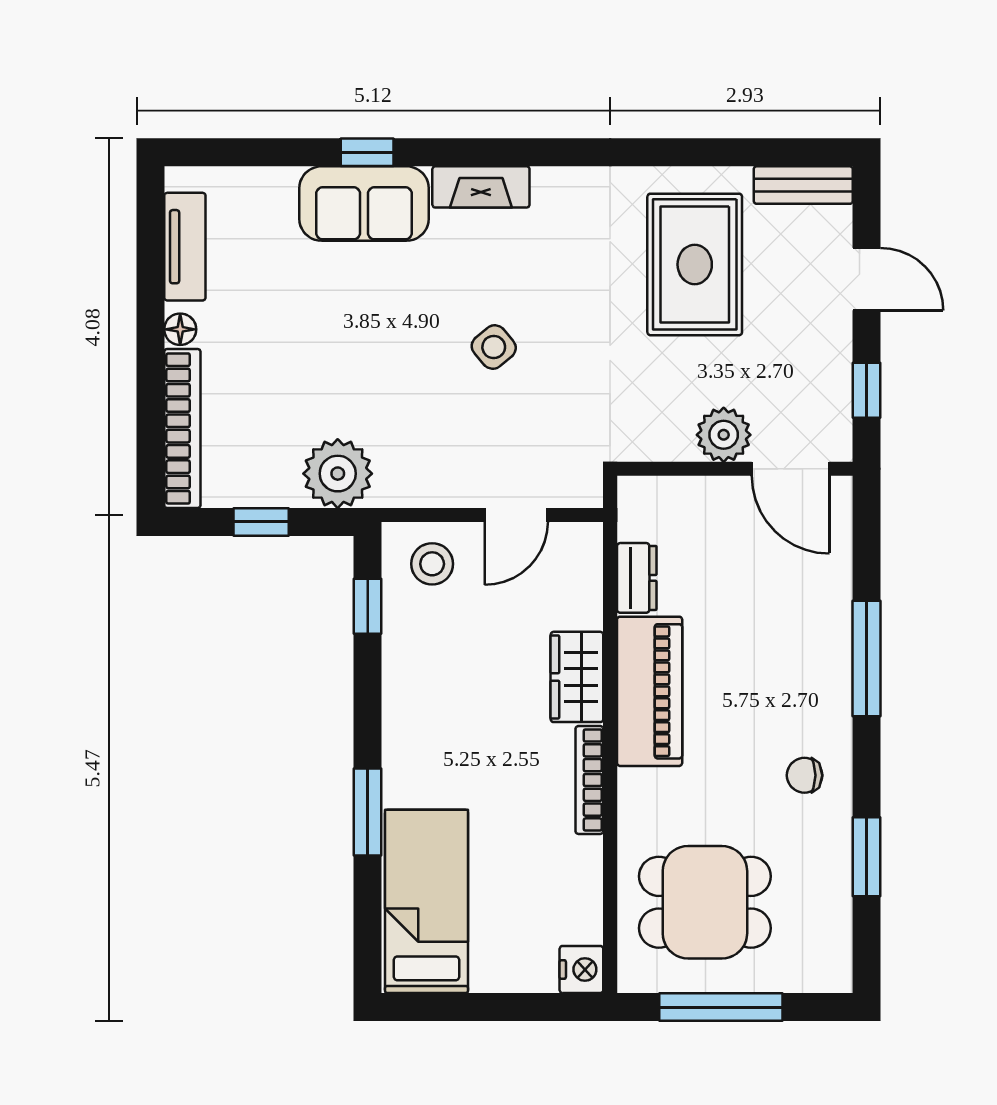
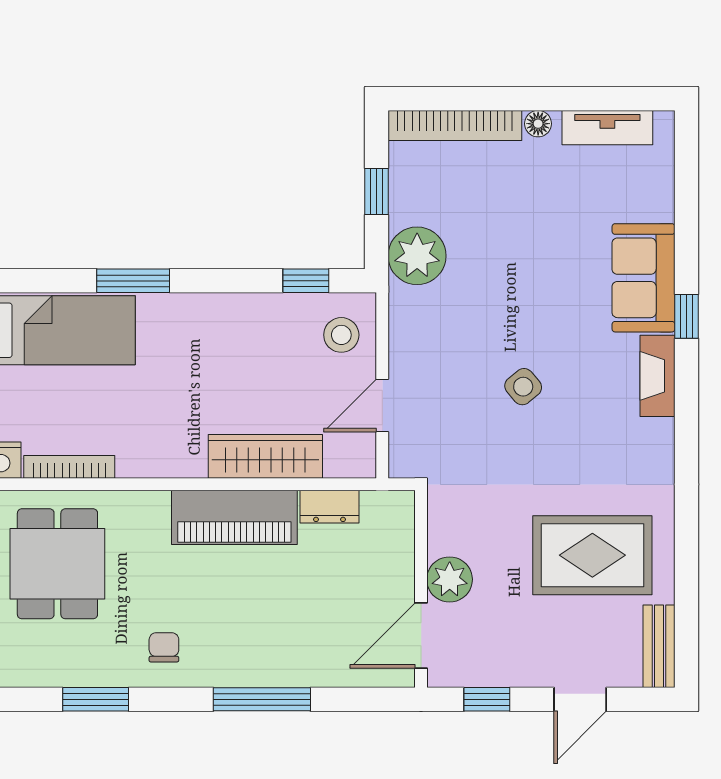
window: (367, 152) -> (686, 316), moved
door: (516, 515) -> (382, 406), hinge flipped
wardrobe: (577, 677) -> (265, 456), width x1.50
bookcase: (589, 780) -> (69, 467), moved

